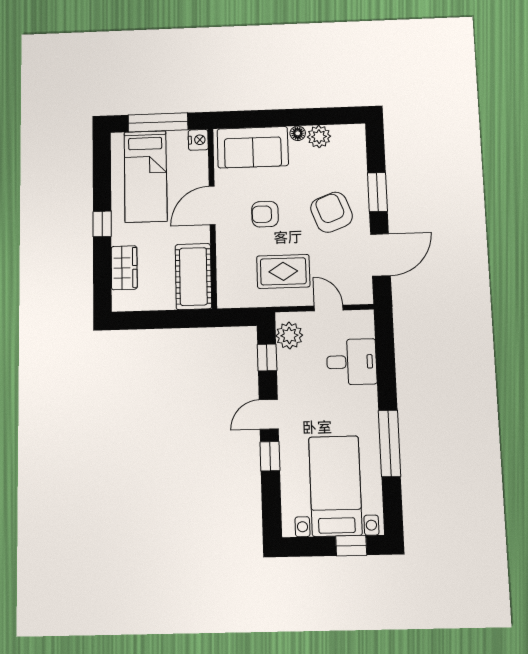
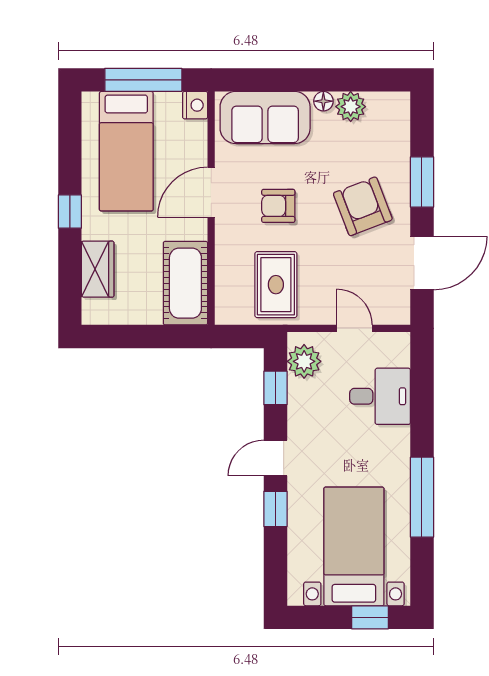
rug: (283, 271) -> (276, 285), moved, turned 90

